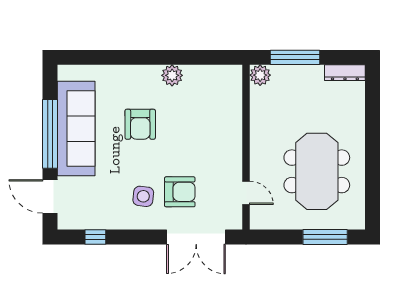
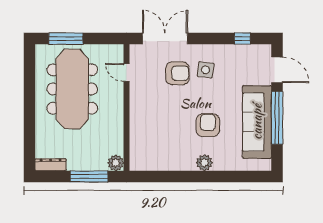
plant: (172, 75) -> (204, 163), moved
meeting table: (317, 171) -> (72, 89), width x1.36
armchair: (180, 192) -> (177, 73), turned 180

